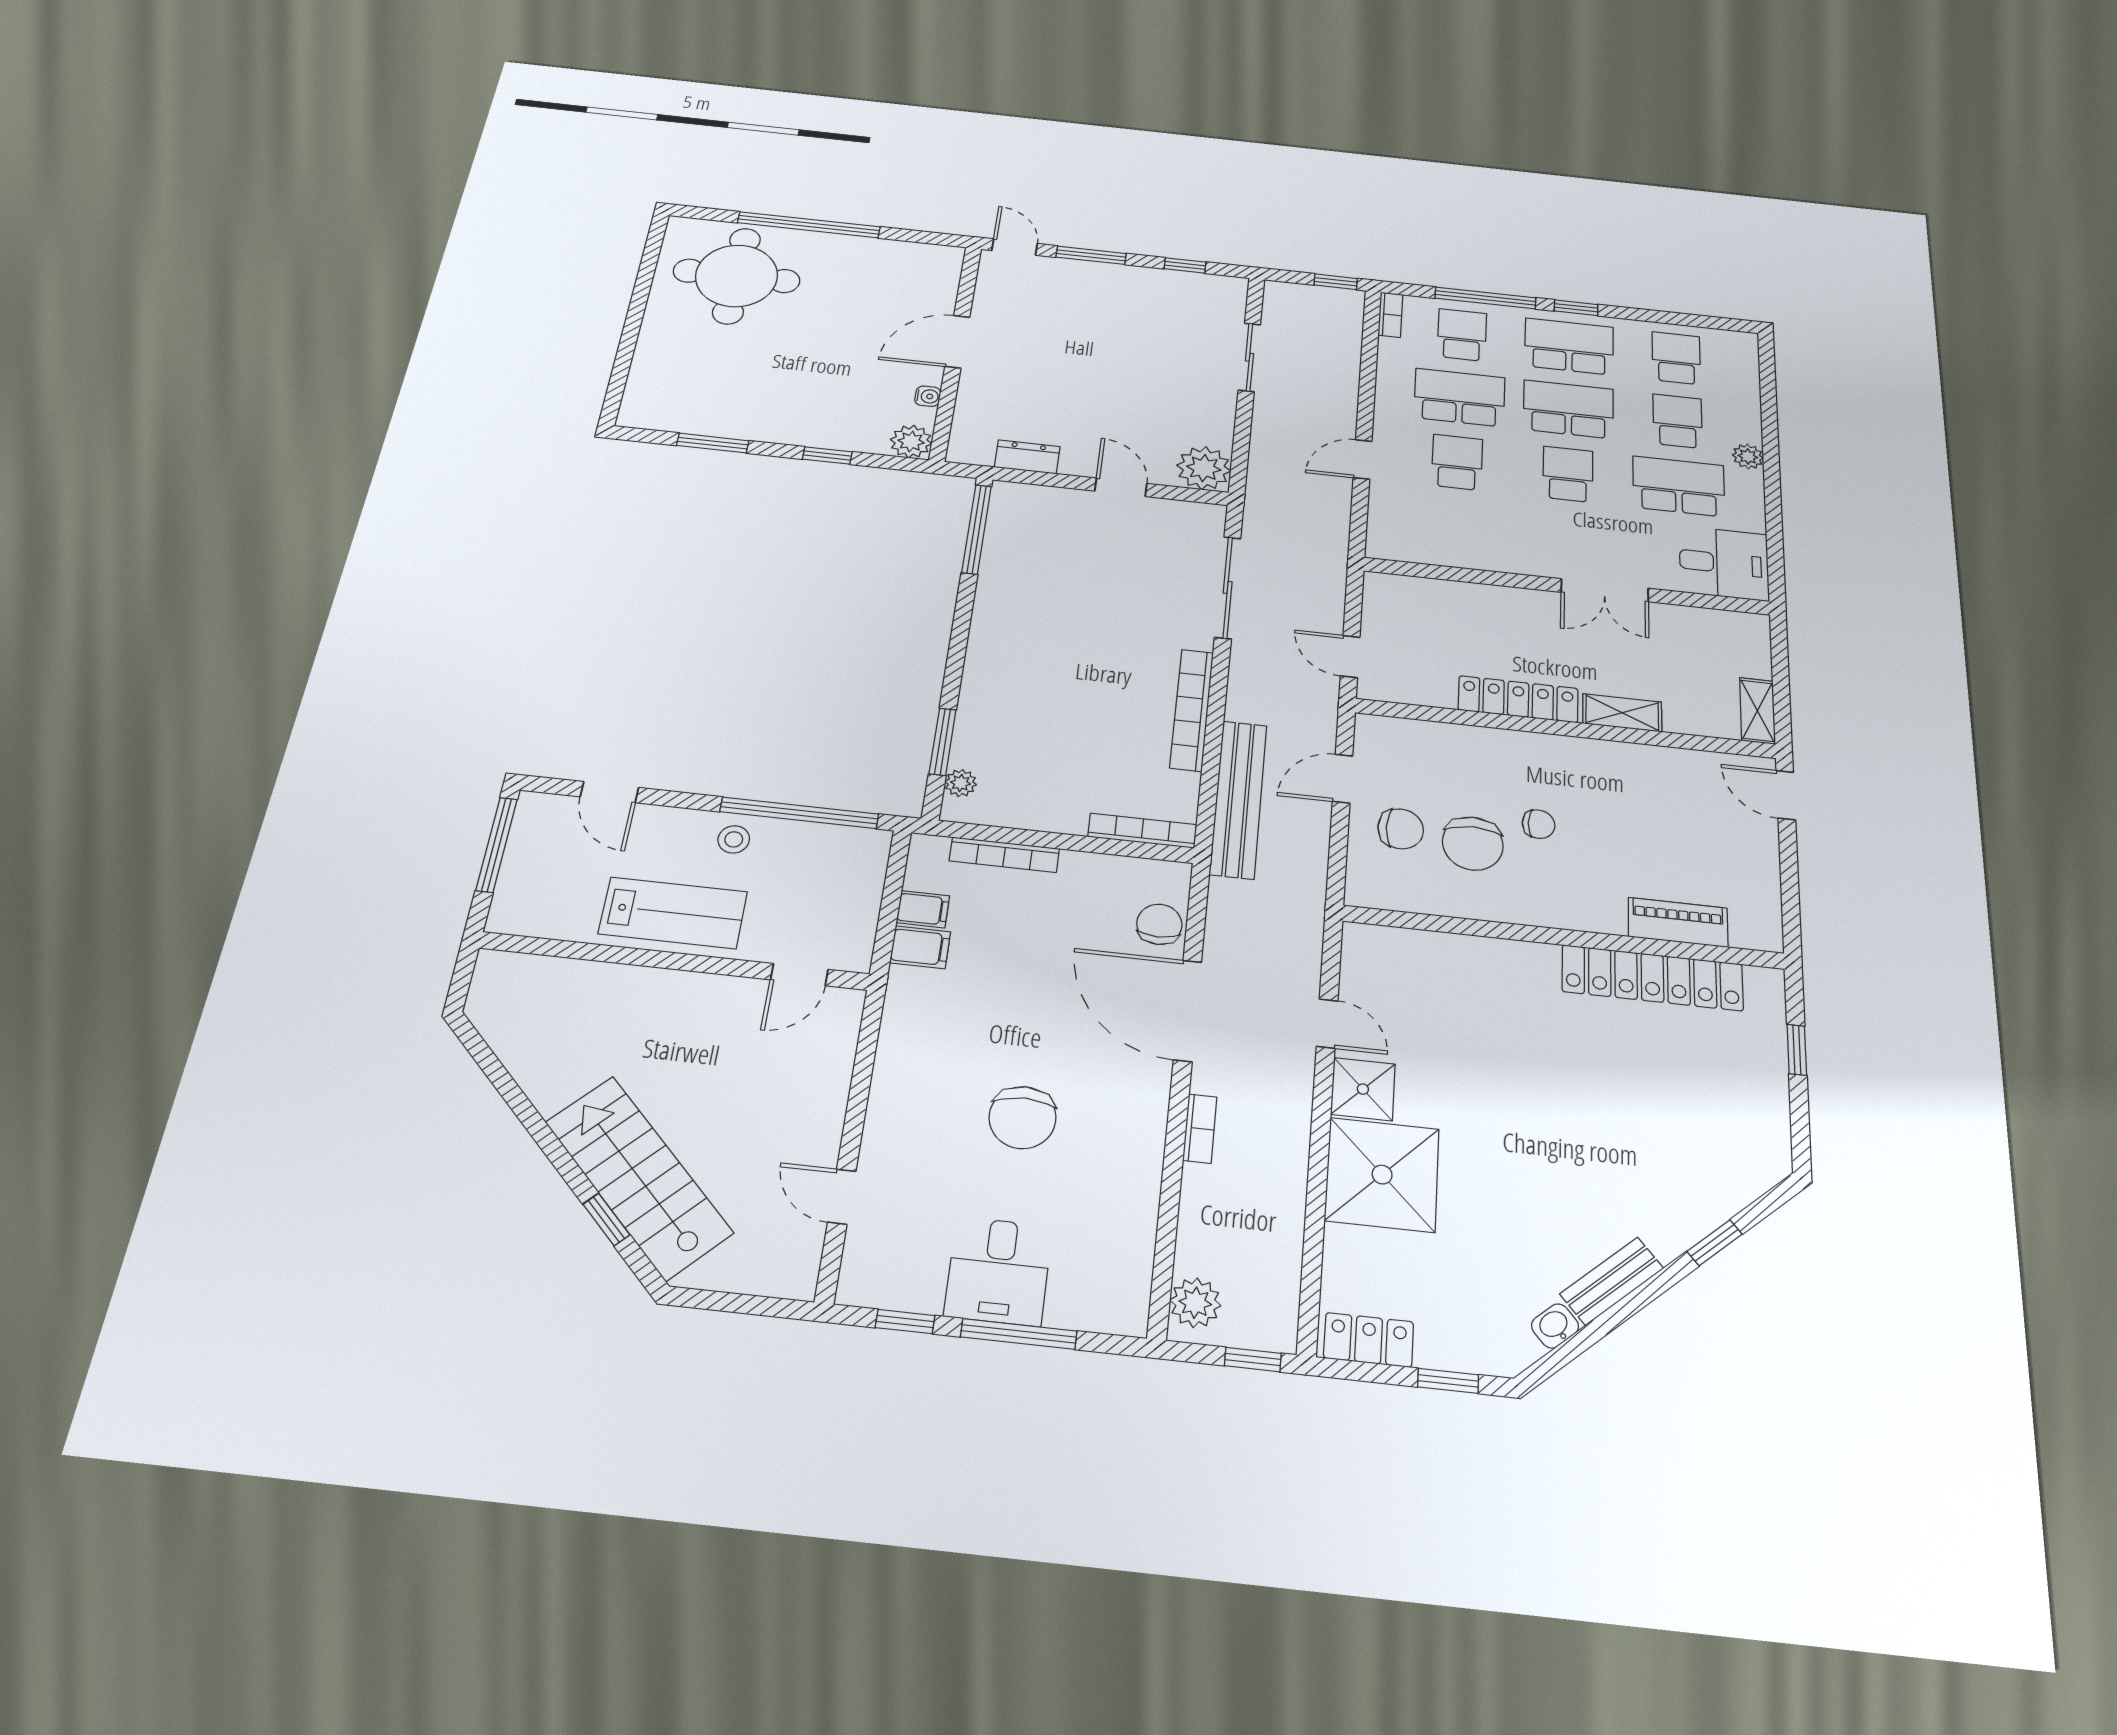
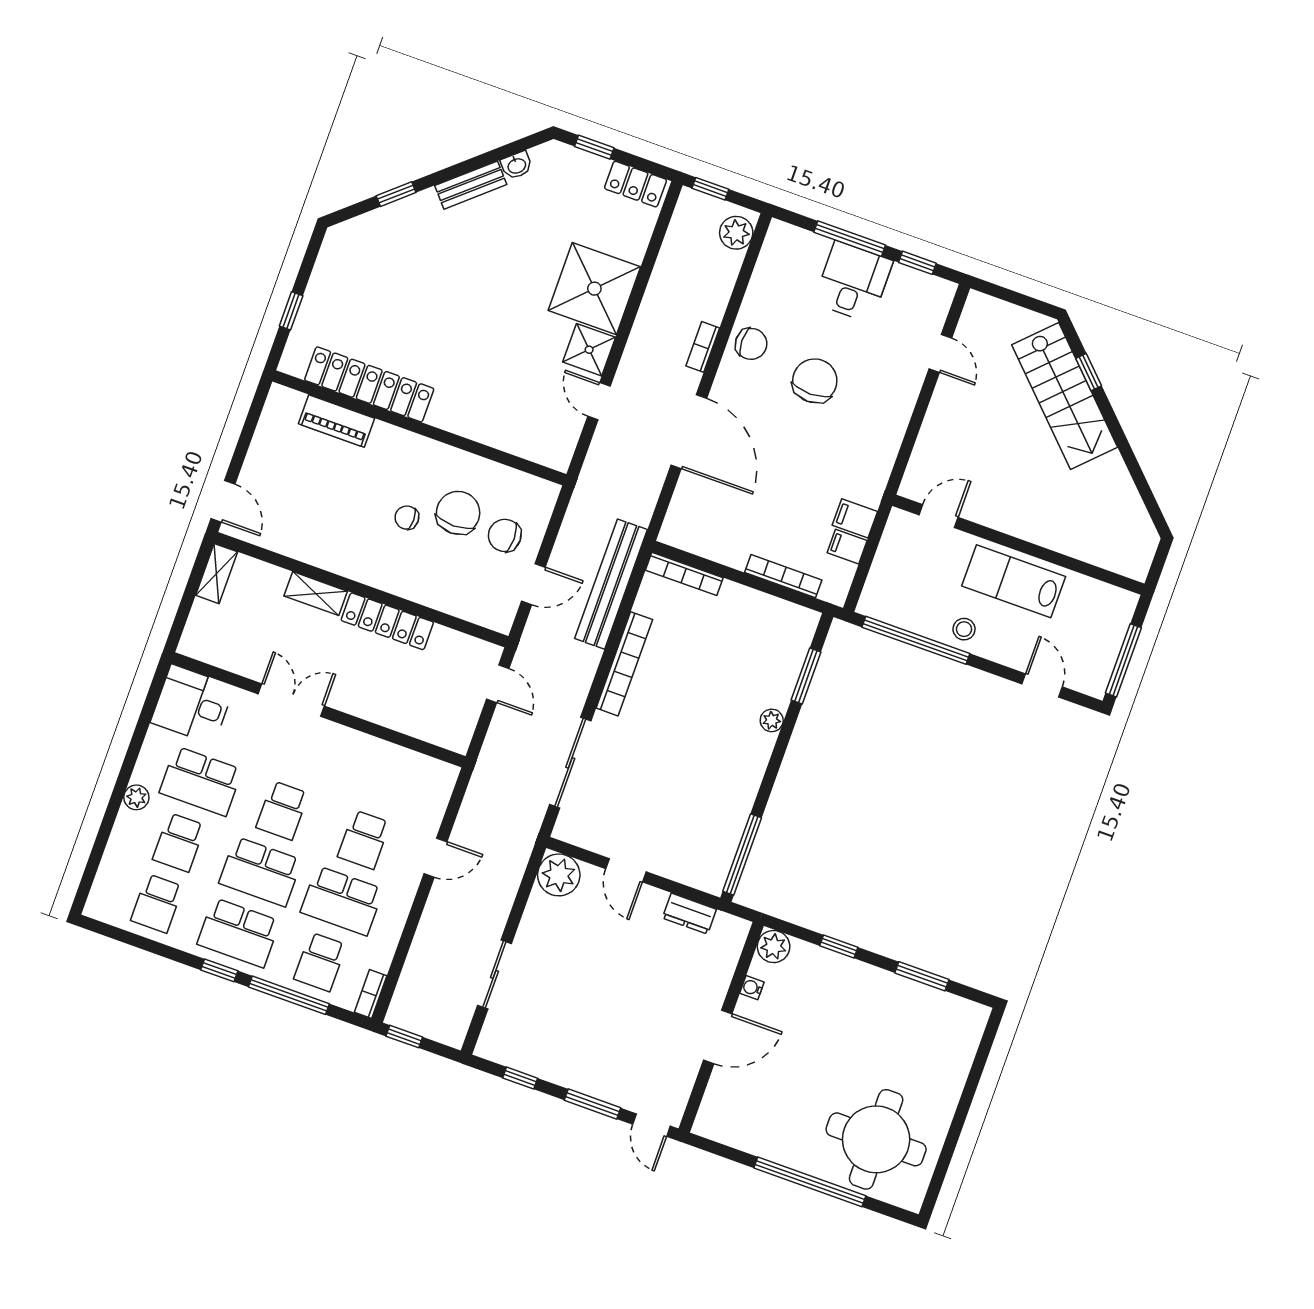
plant: (961, 783) -> (772, 720), moved
chair: (1159, 924) -> (751, 344), moved, turned -90

